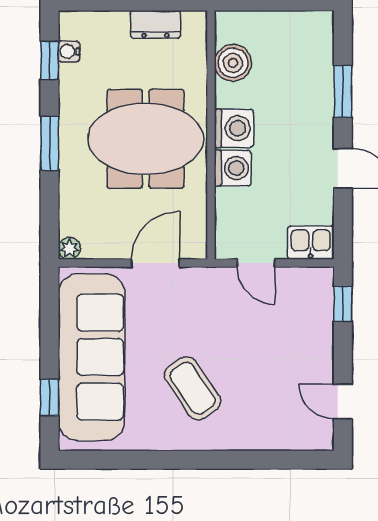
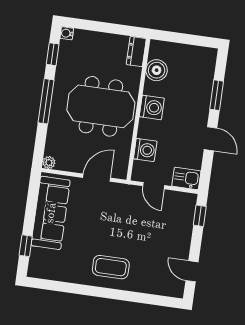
dresser: (155, 24) -> (136, 52), moved, turned 90
water cooler: (69, 52) -> (67, 33), moved
window: (50, 143) -> (46, 101), width x1.44
washing machine: (233, 168) -> (145, 150), moved
sofa: (92, 357) -> (51, 213), width x0.74, depth x0.79
coffee table: (193, 388) -> (111, 267), moved, turned -56

